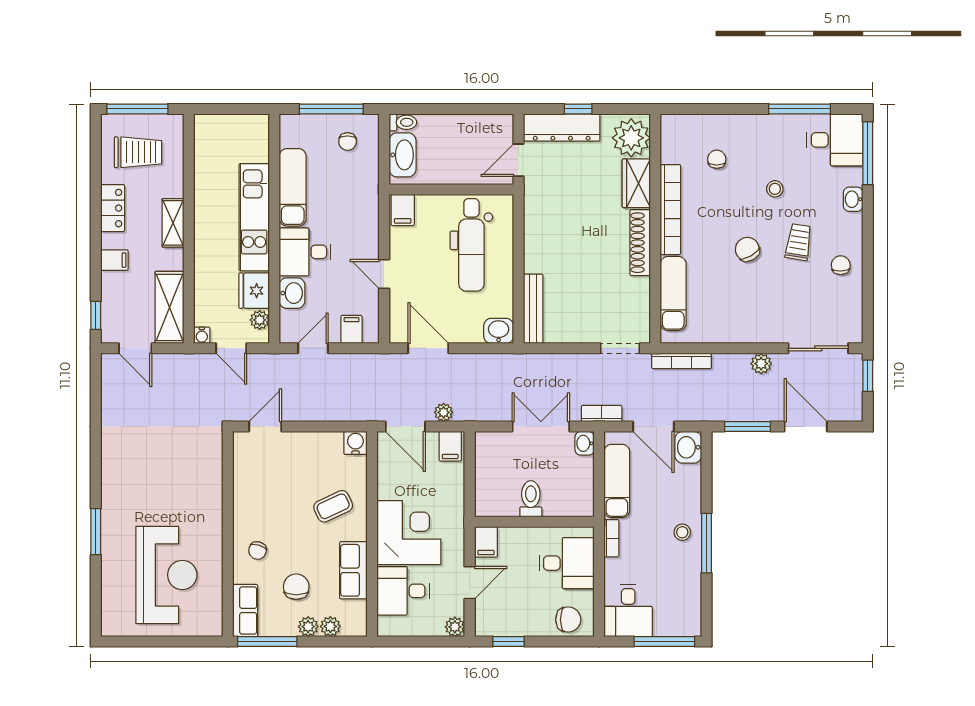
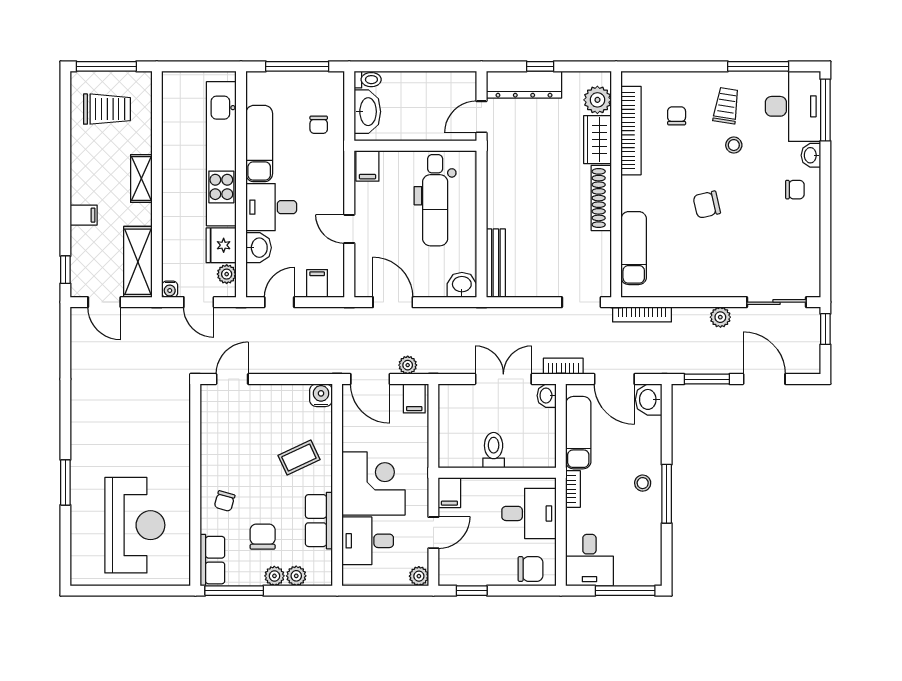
plant: (631, 138) -> (597, 100), width x0.73, depth x0.73
desk: (835, 140) -> (793, 106), width x1.37
chair: (348, 142) -> (319, 125), moved
locker: (113, 208) -> (82, 164), removed
bookcase: (670, 210) -> (631, 131), moved
kitchen unit: (254, 217) -> (221, 154), width x1.36
trolley: (799, 242) -> (726, 106), moved
chair: (747, 249) -> (707, 205), turned -73
chair: (841, 265) -> (795, 190), moved, turned 92

